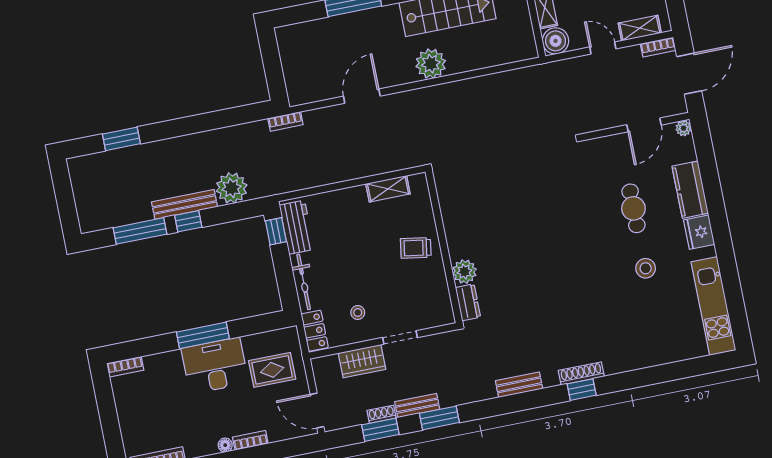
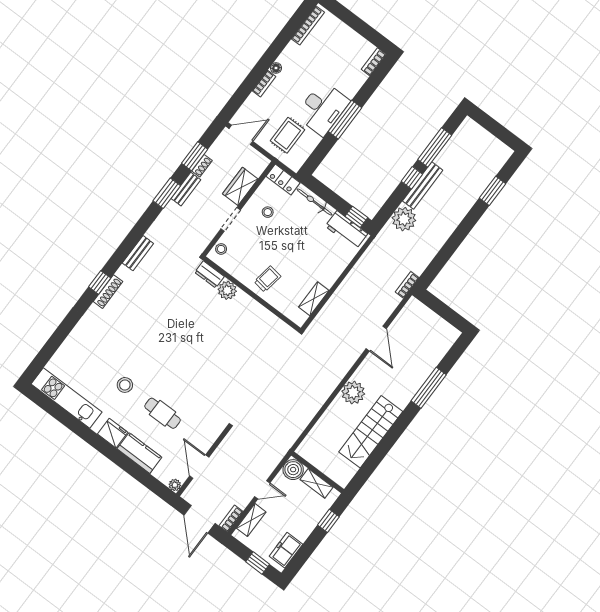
stool: (435, 317) -> (221, 249), added

